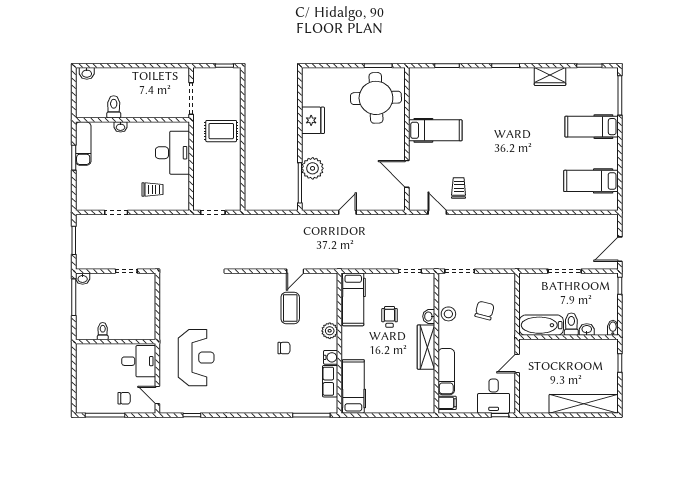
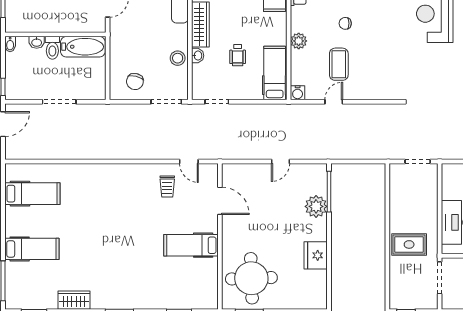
chair: (485, 310) -> (135, 82), moved
water cooler: (331, 357) -> (298, 93), moved, turned -90

